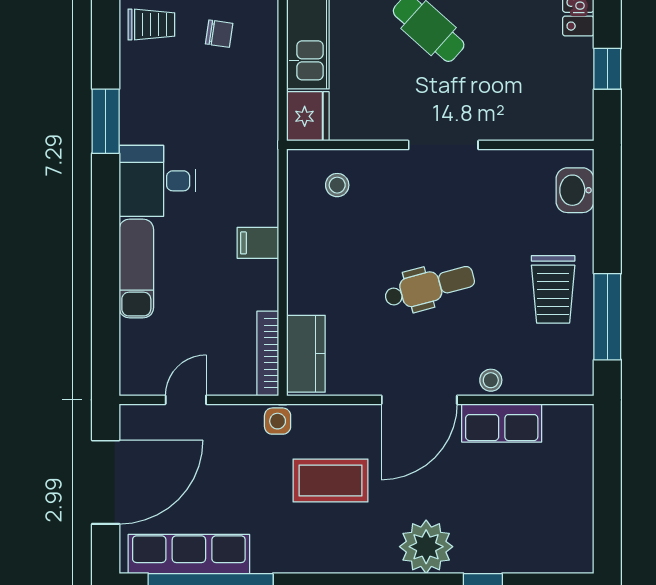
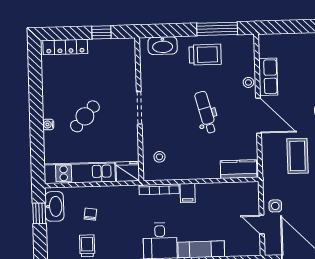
washbasin: (575, 190) -> (163, 46), width x1.38
bookcase: (268, 353) -> (159, 189), moved
side table: (278, 421) -> (275, 206), moved

